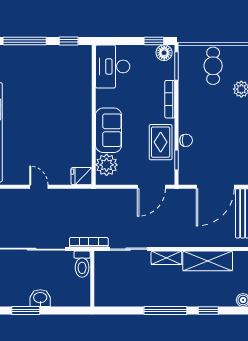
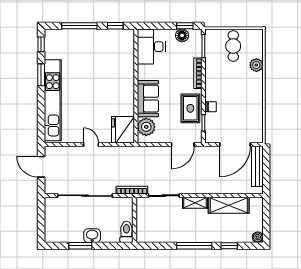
floor lamp: (164, 53) -> (182, 35), moved
fridge: (82, 176) -> (123, 130), width x1.88, depth x1.34
toilet: (82, 264) -> (126, 232), moved, turned 180

